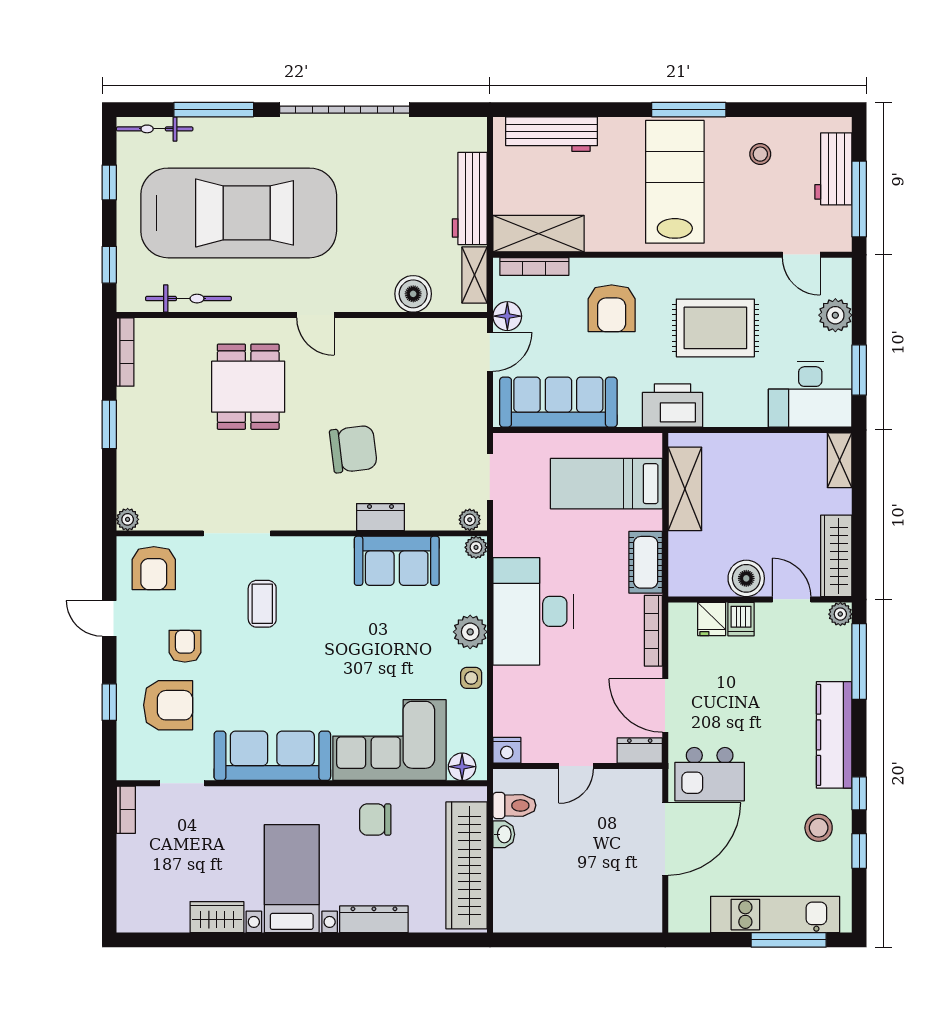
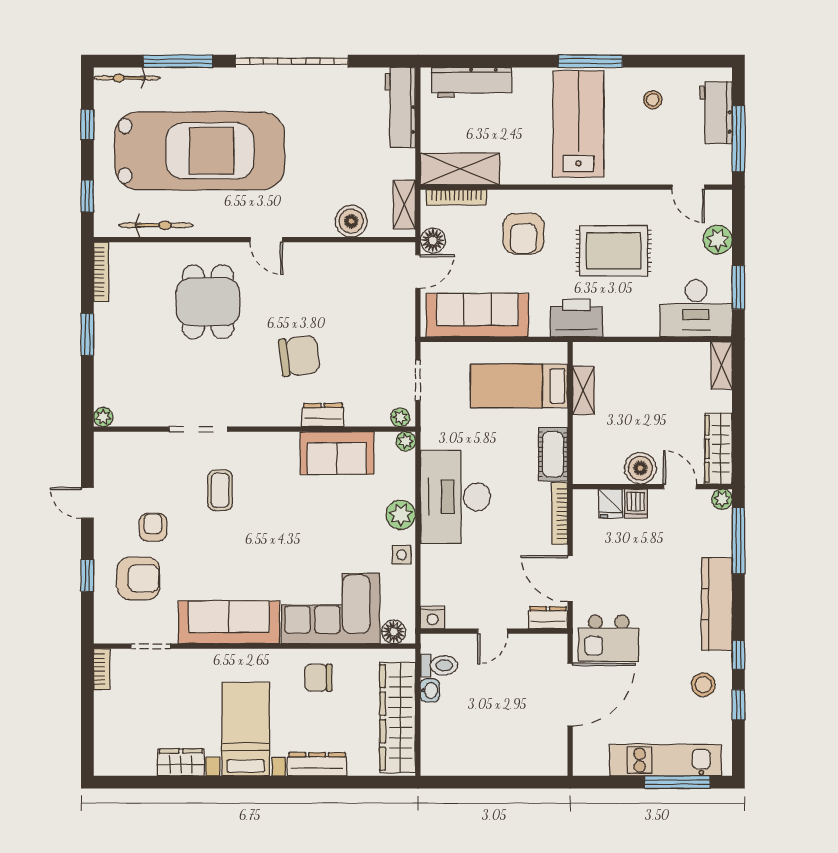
workbench: (470, 198) -> (400, 108), moved
shelving: (685, 489) -> (583, 390), width x0.67, depth x0.75
armchair: (154, 568) -> (126, 459), removed

